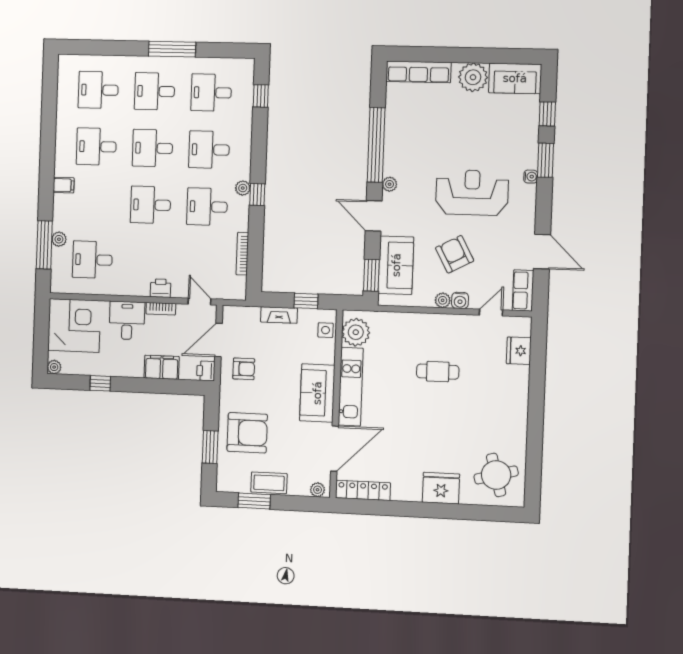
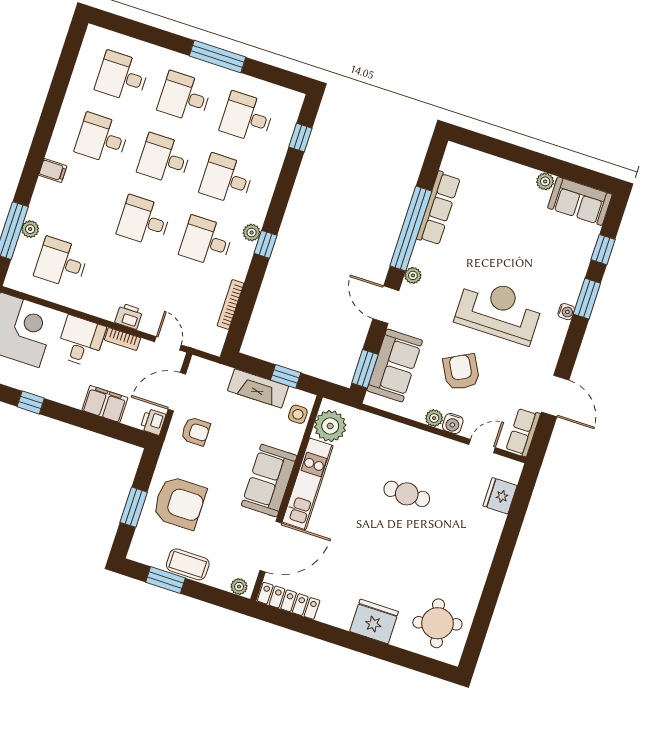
row of seats: (418, 72) -> (438, 208), moved, turned -90
plant: (473, 77) -> (545, 181), width x0.53, depth x0.53
fireplace: (279, 315) -> (258, 388), width x1.37, depth x1.32

